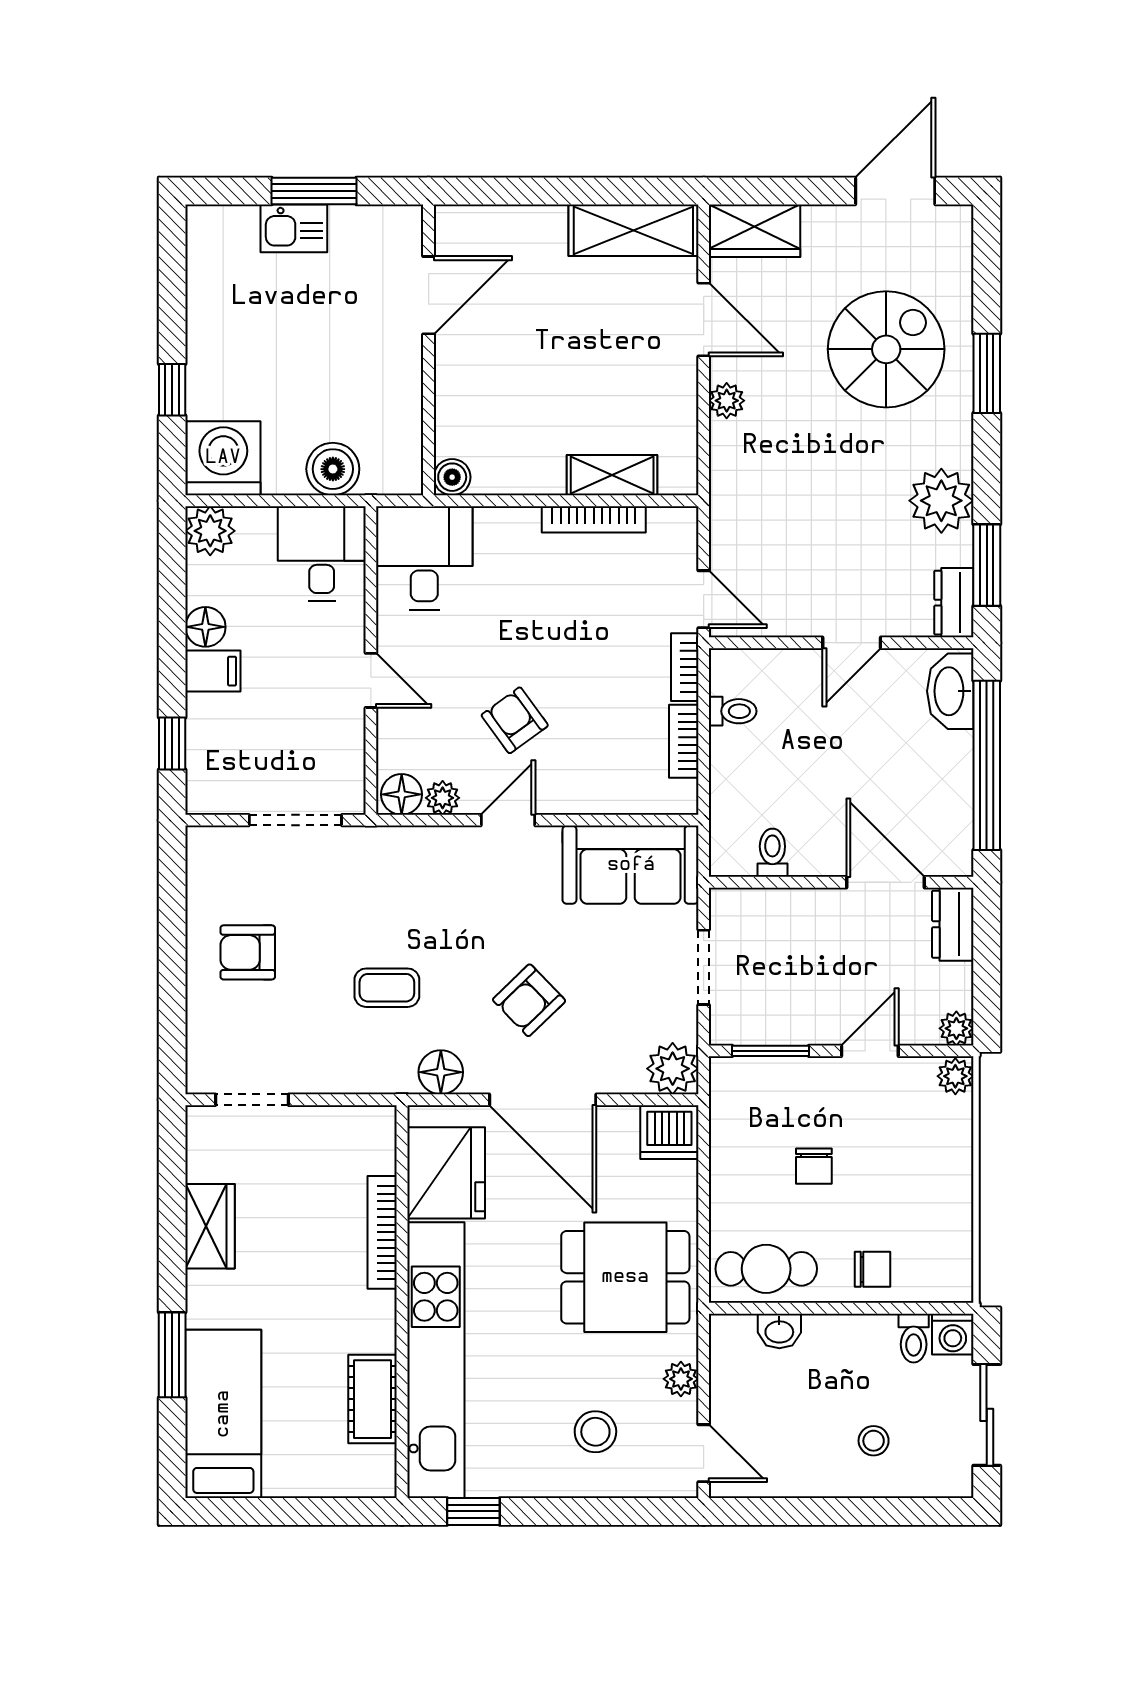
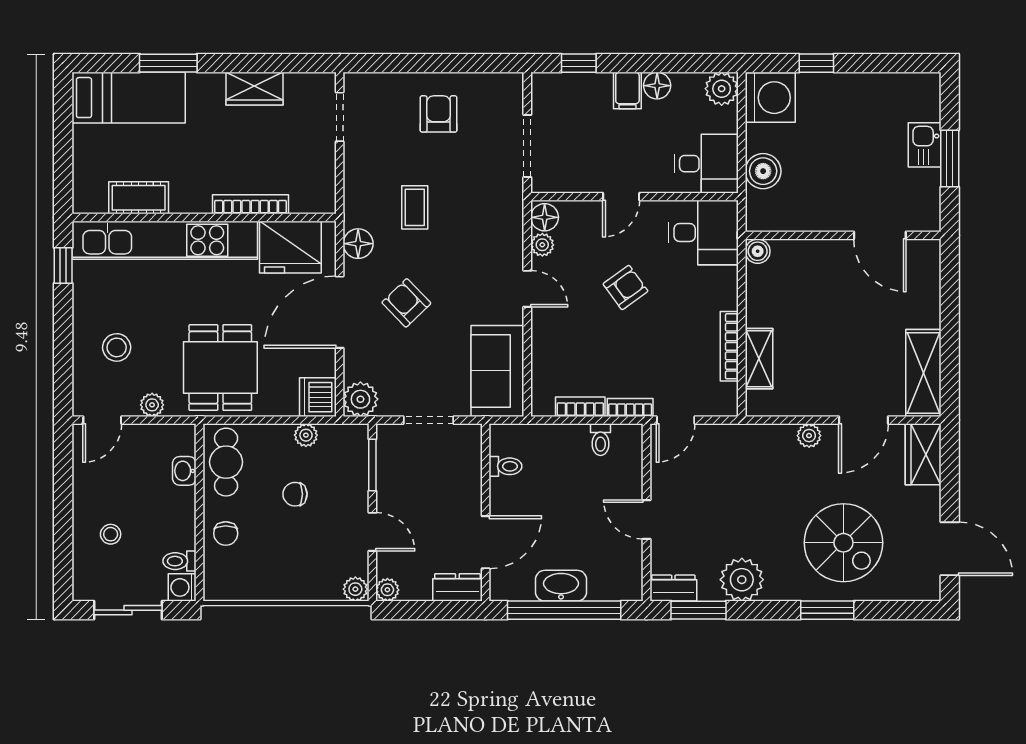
washbasin: (950, 691) -> (561, 586), moved
armchair: (515, 720) -> (625, 287), moved
plant: (726, 1150) -> (306, 435), added

